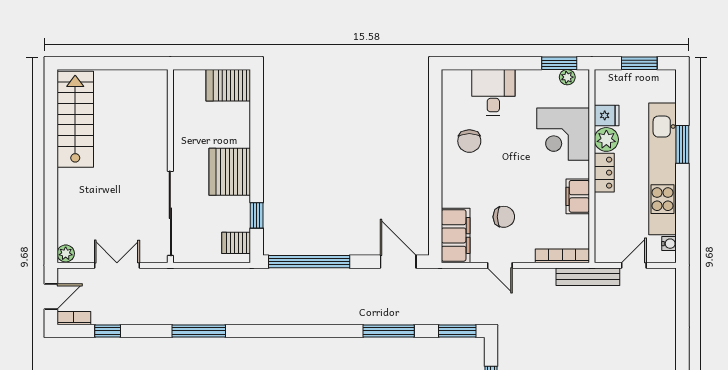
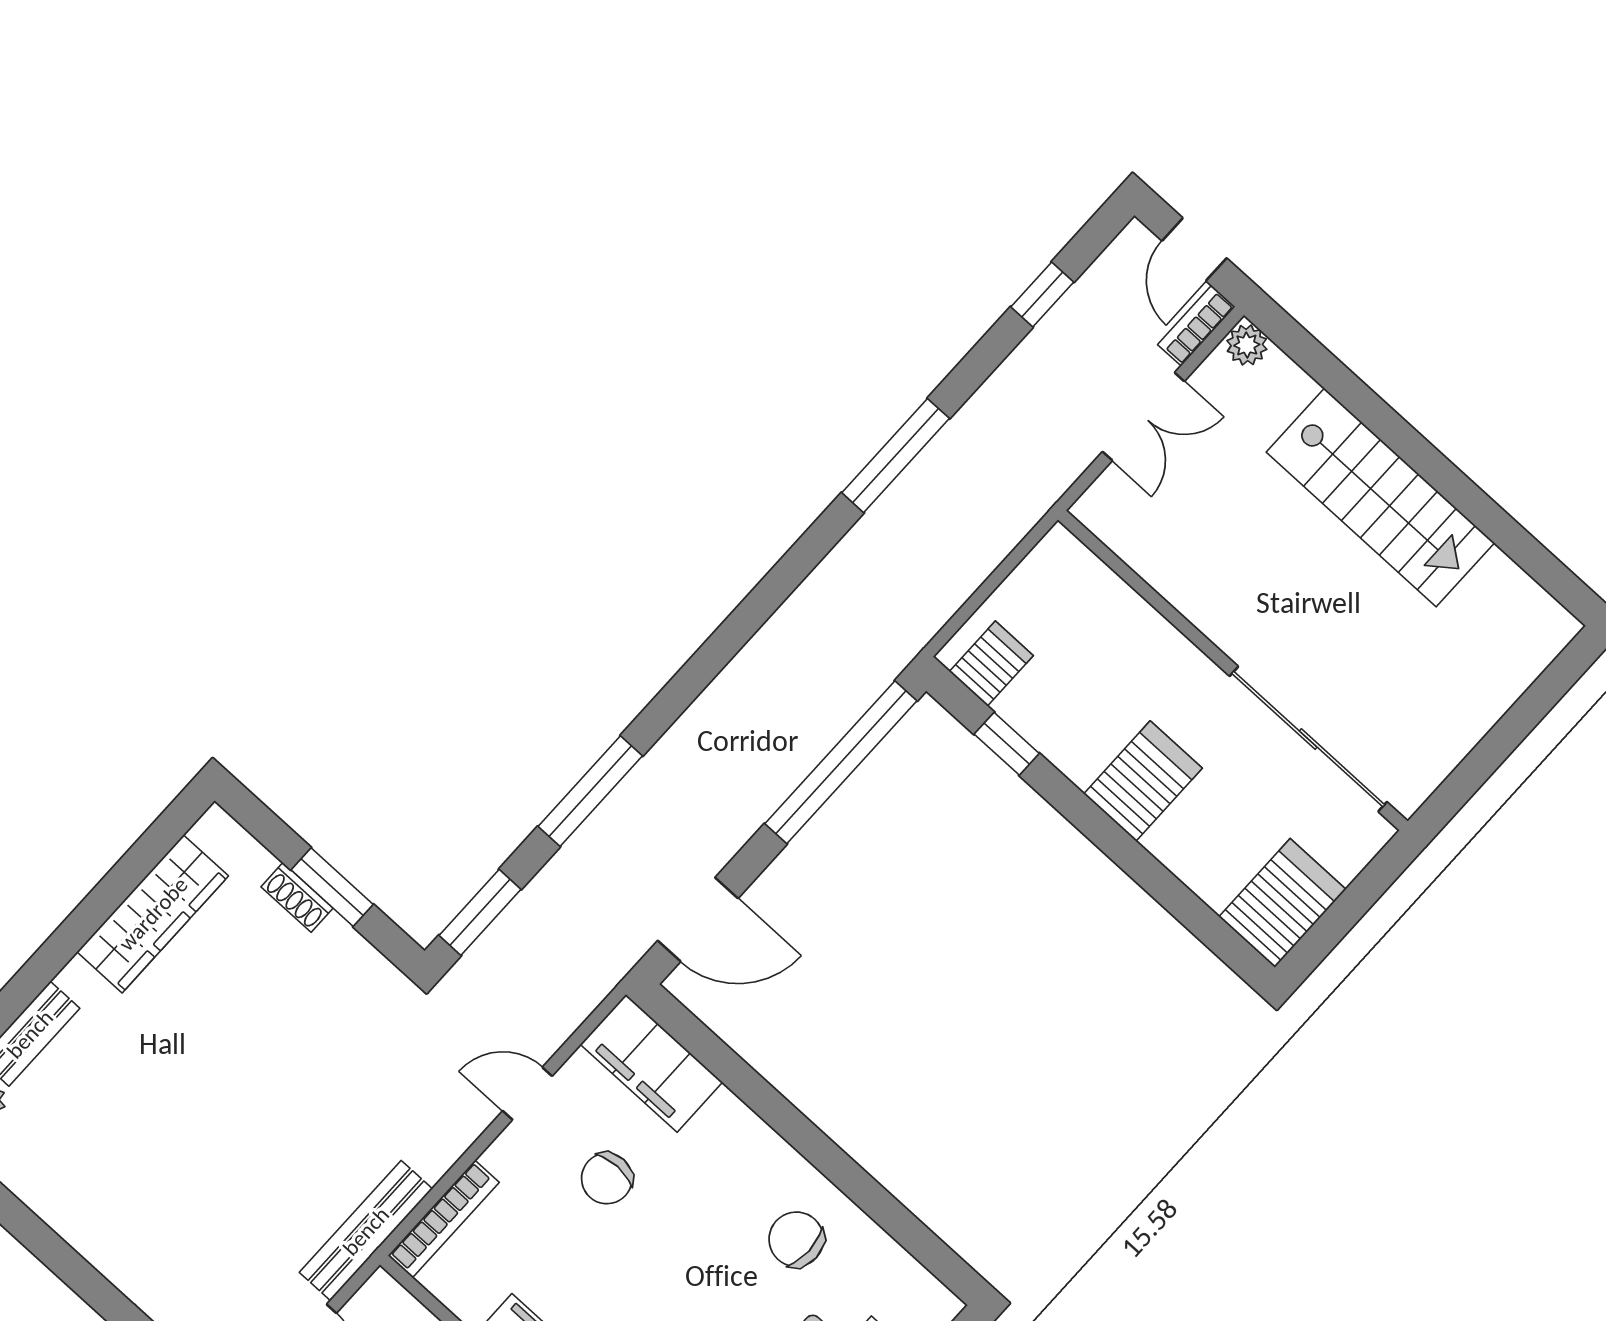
stairs: (75, 119) -> (1380, 497), moved
server rack: (230, 172) -> (1143, 781), width x0.62
sliding door: (170, 213) -> (1308, 739), moved
bookcase: (74, 318) -> (1196, 326), moved, turned 180

